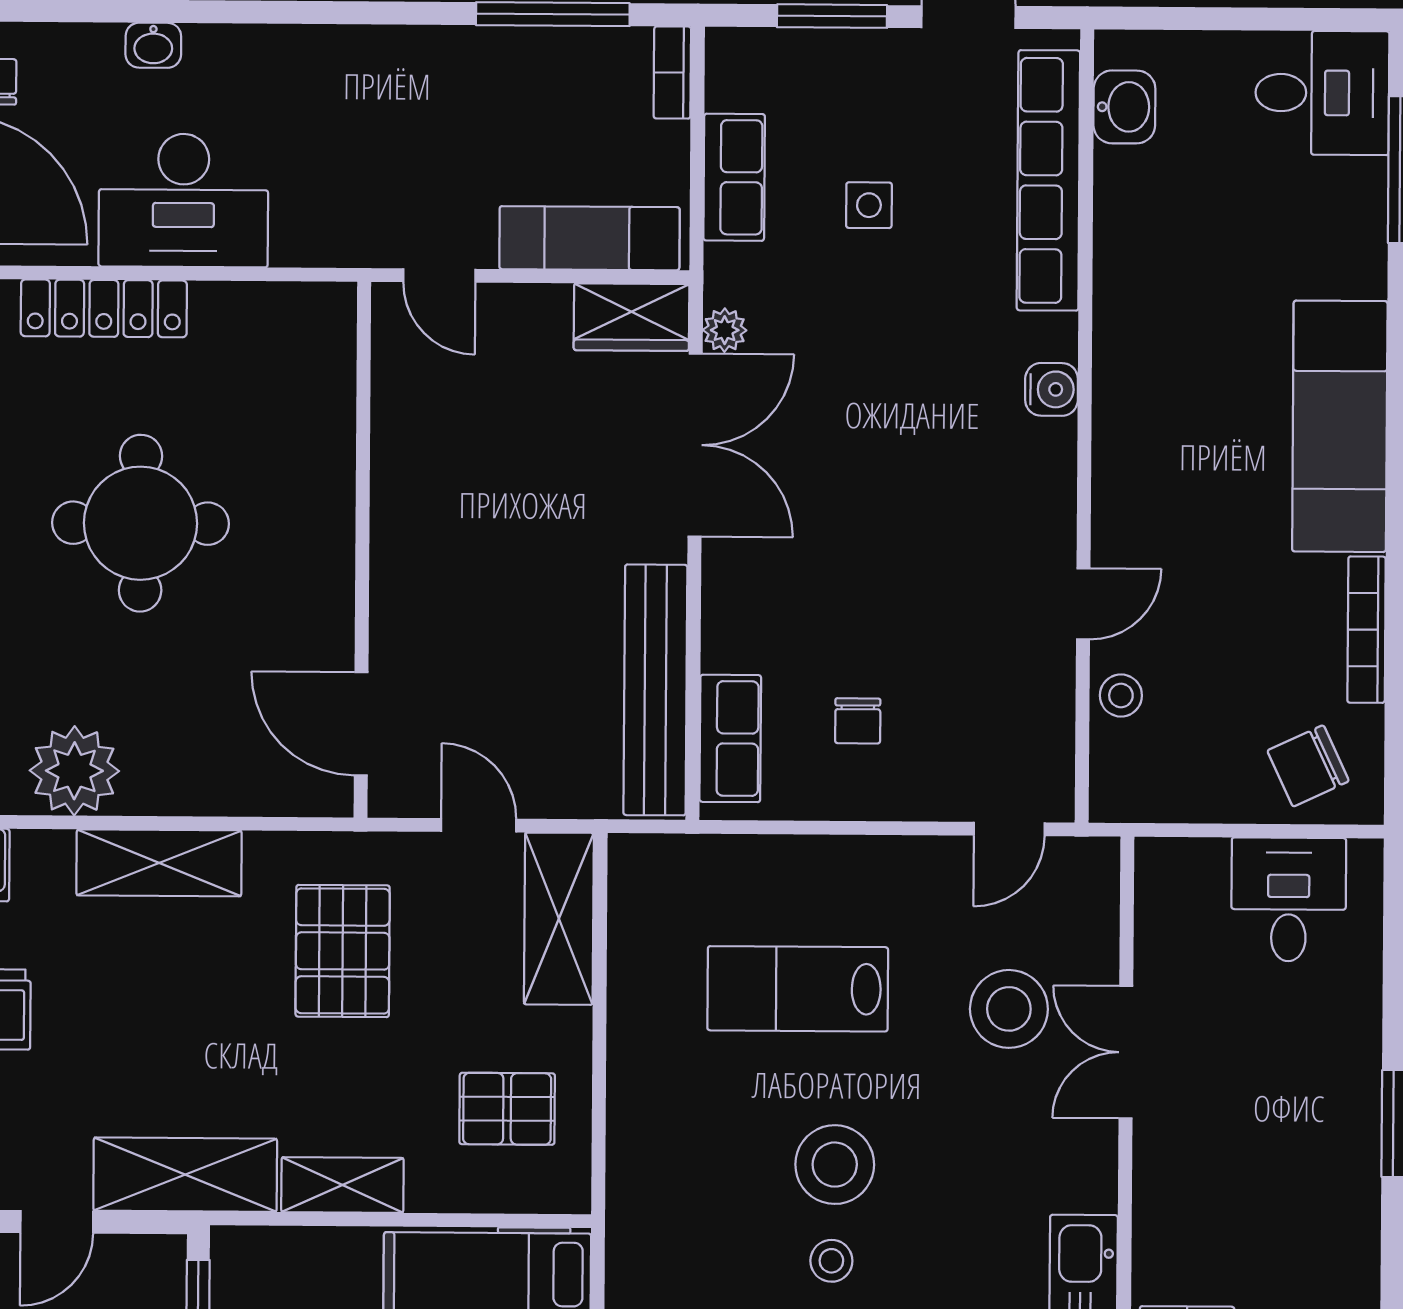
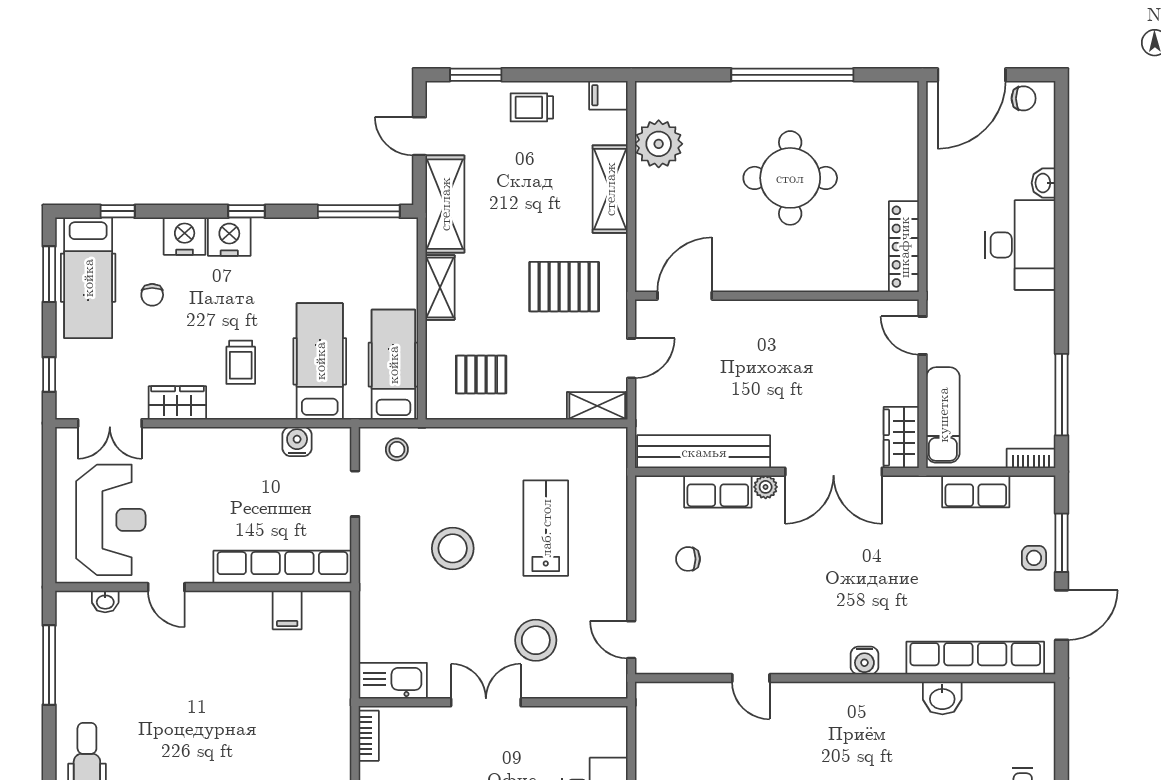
washbasin: (1124, 107) -> (942, 698), moved
desk: (183, 200) -> (1020, 245), moved, turned 180
side table: (869, 205) -> (1034, 558), moved
door: (439, 276) -> (923, 336), hinge flipped
locker: (104, 308) -> (904, 247), moved
plant: (725, 330) -> (766, 487), moved
stool: (1121, 696) -> (702, 698), removed
row of seats: (730, 738) -> (718, 491), moved
shelving: (559, 919) -> (597, 406), width x0.67, depth x0.75
double door: (1126, 1052) -> (486, 702), moved
pallet: (507, 1109) -> (481, 374), turned 90
stool: (831, 1261) -> (397, 449), moved

